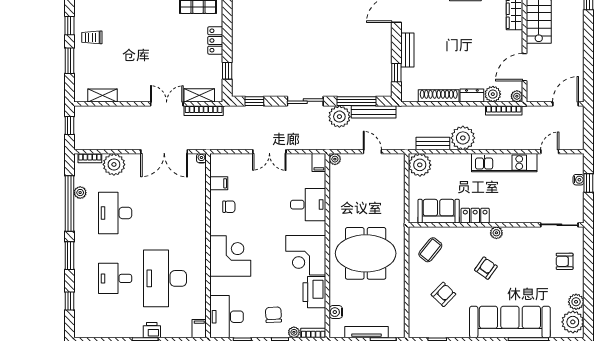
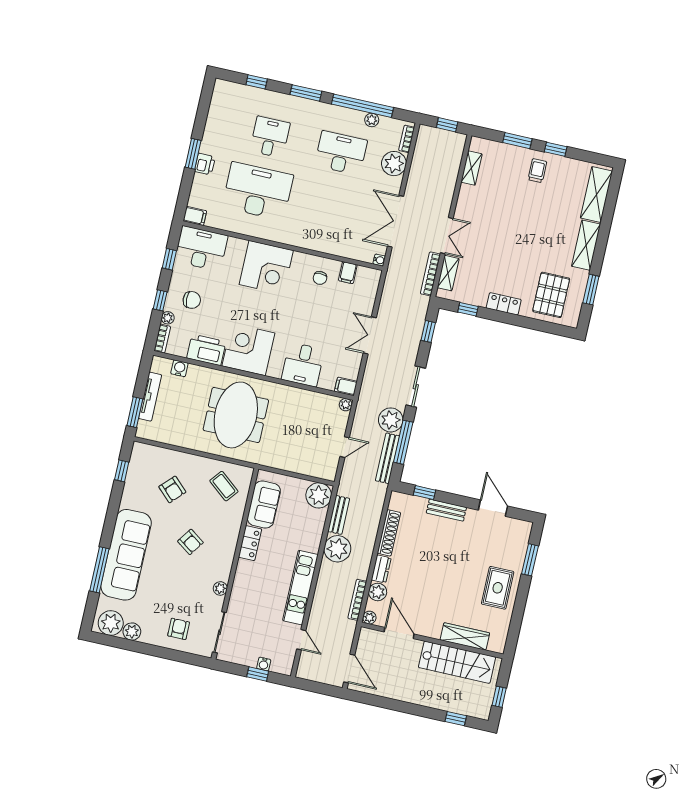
plant: (496, 233) -> (220, 588), moved

